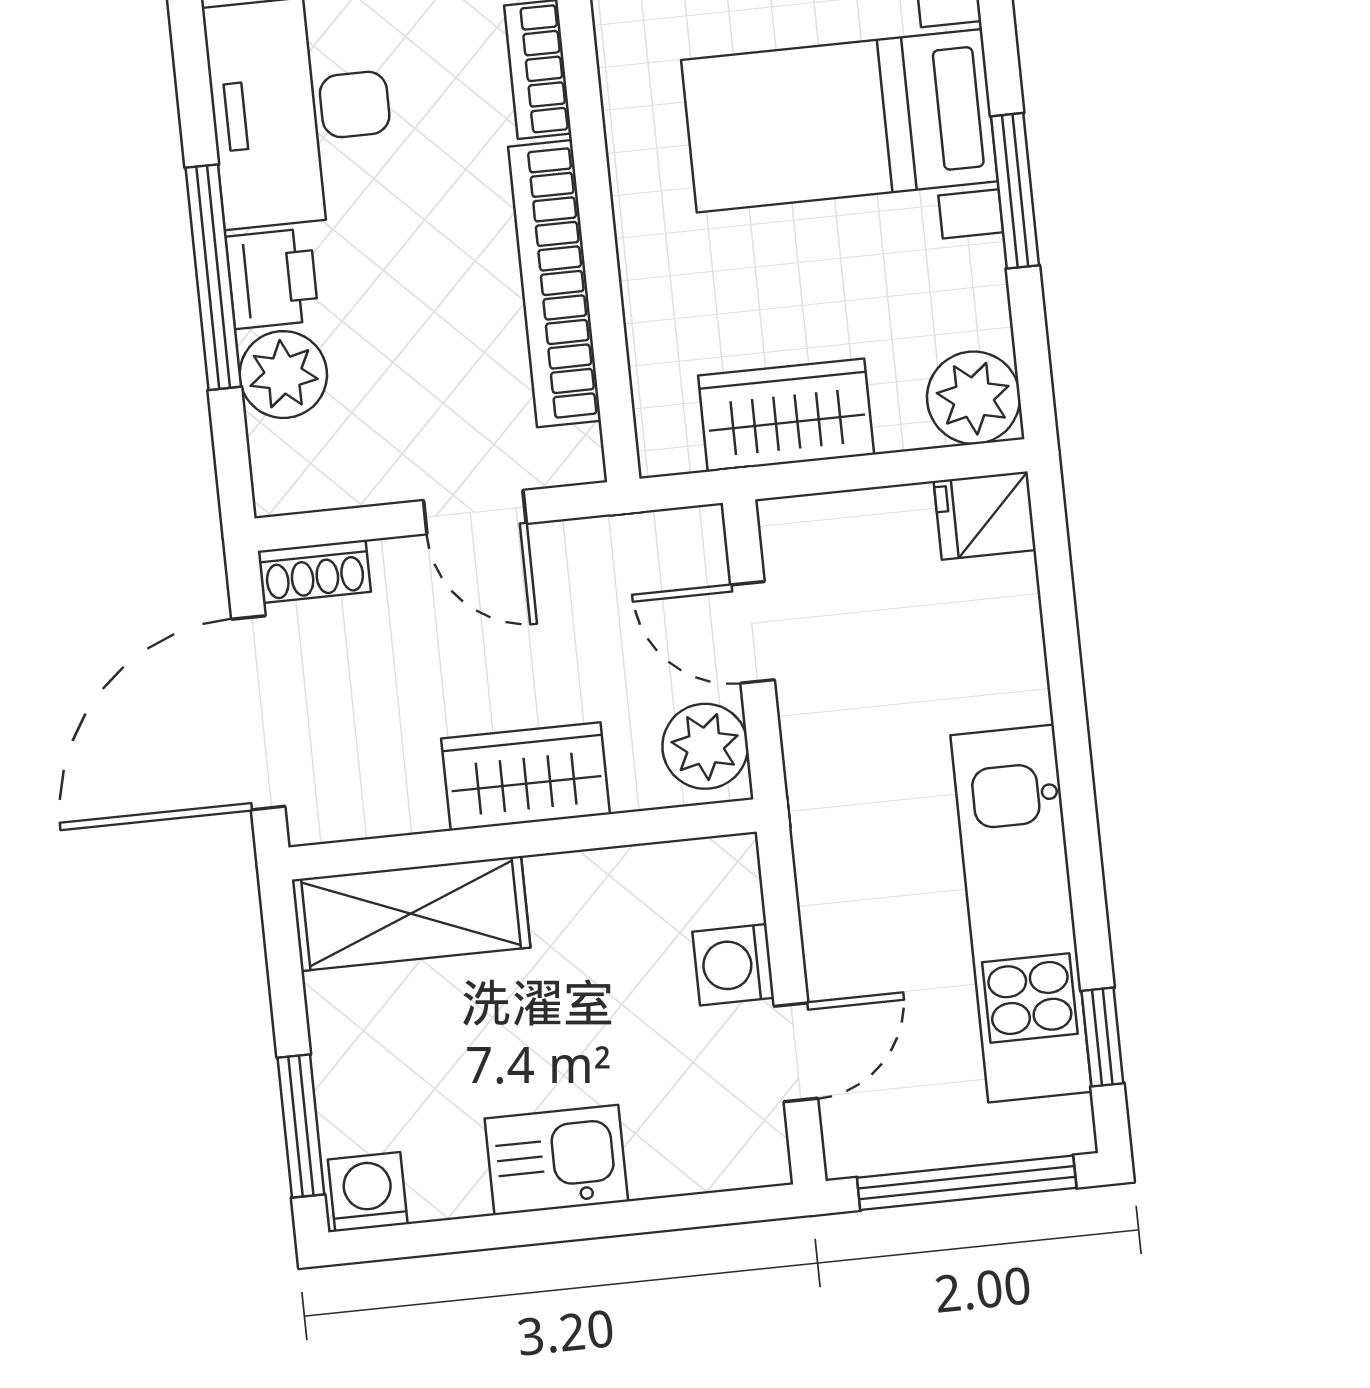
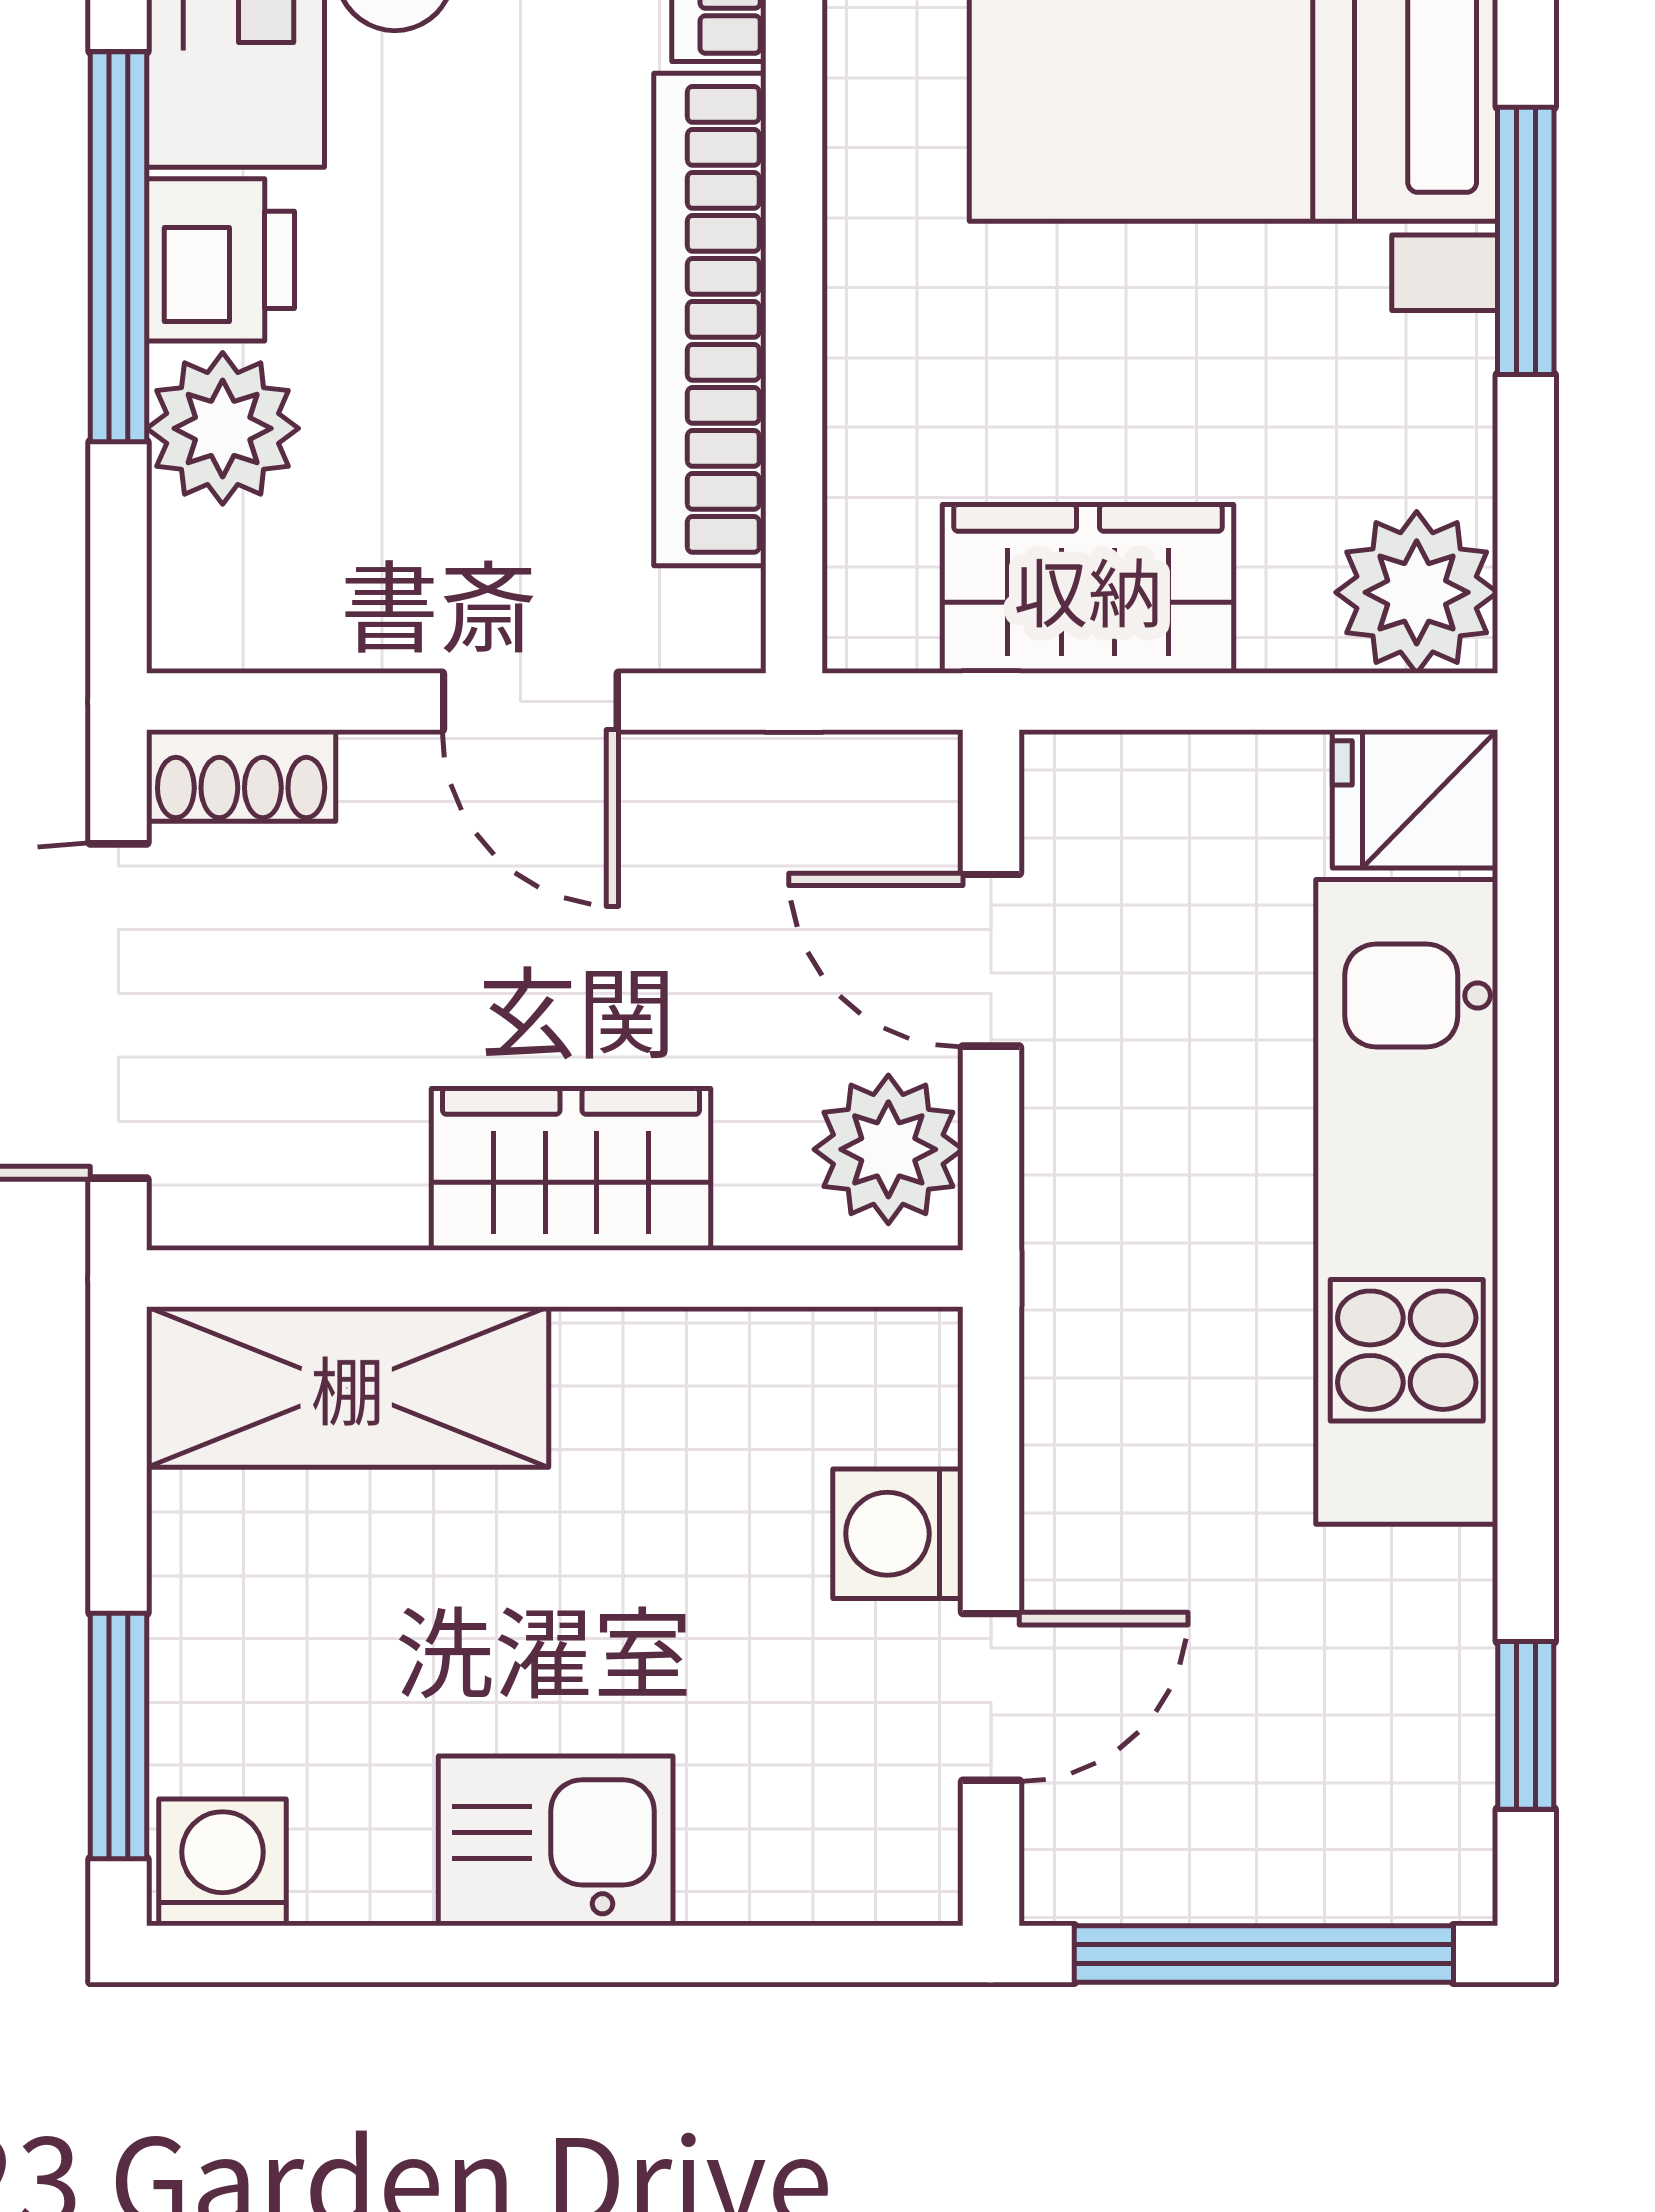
kitchen unit: (1021, 913) -> (1407, 1202), moved

